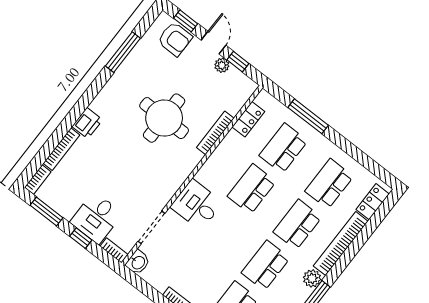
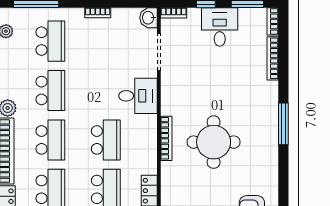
window: (123, 52) -> (283, 124), moved
printer: (87, 123) -> (269, 93), removed
bookcase: (215, 133) -> (166, 138), moved
desk: (96, 218) -> (220, 27), moved

